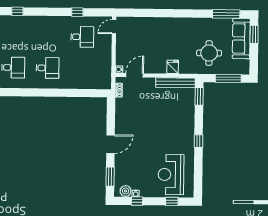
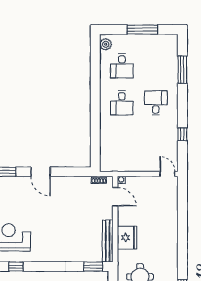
window: (17, 11) -> (182, 70), width x2.17
desk: (82, 37) -> (156, 103), moved, turned 180
fridge: (173, 67) -> (127, 238), width x1.88, depth x1.34
window: (199, 141) -> (16, 267), moved

